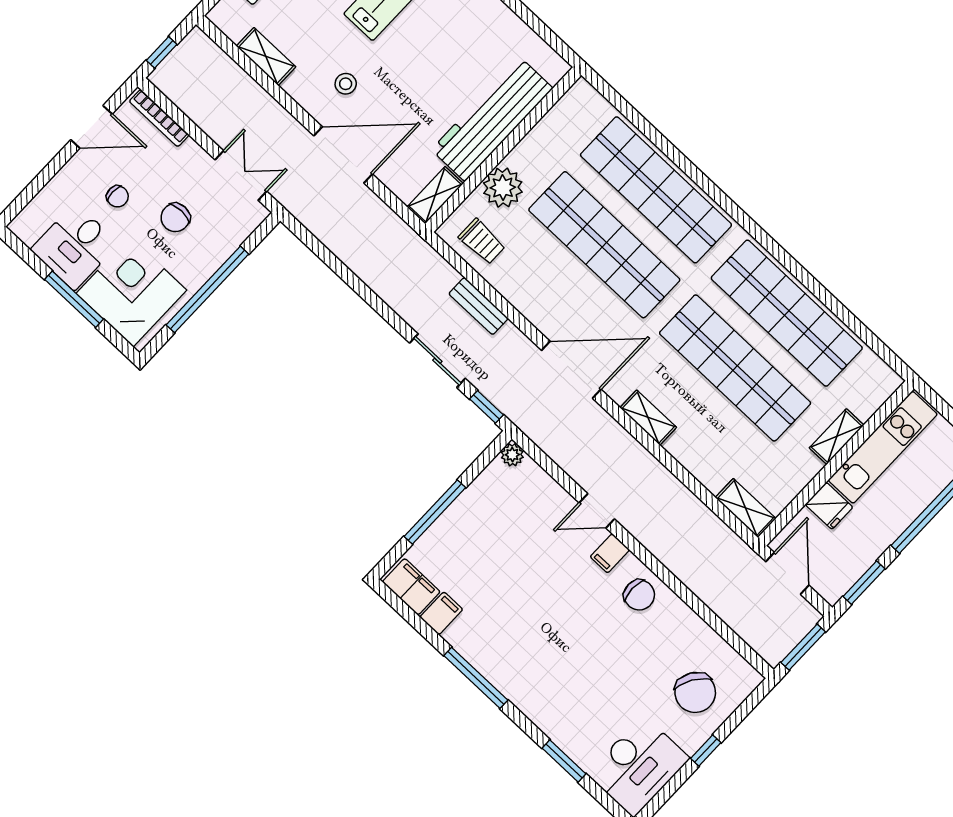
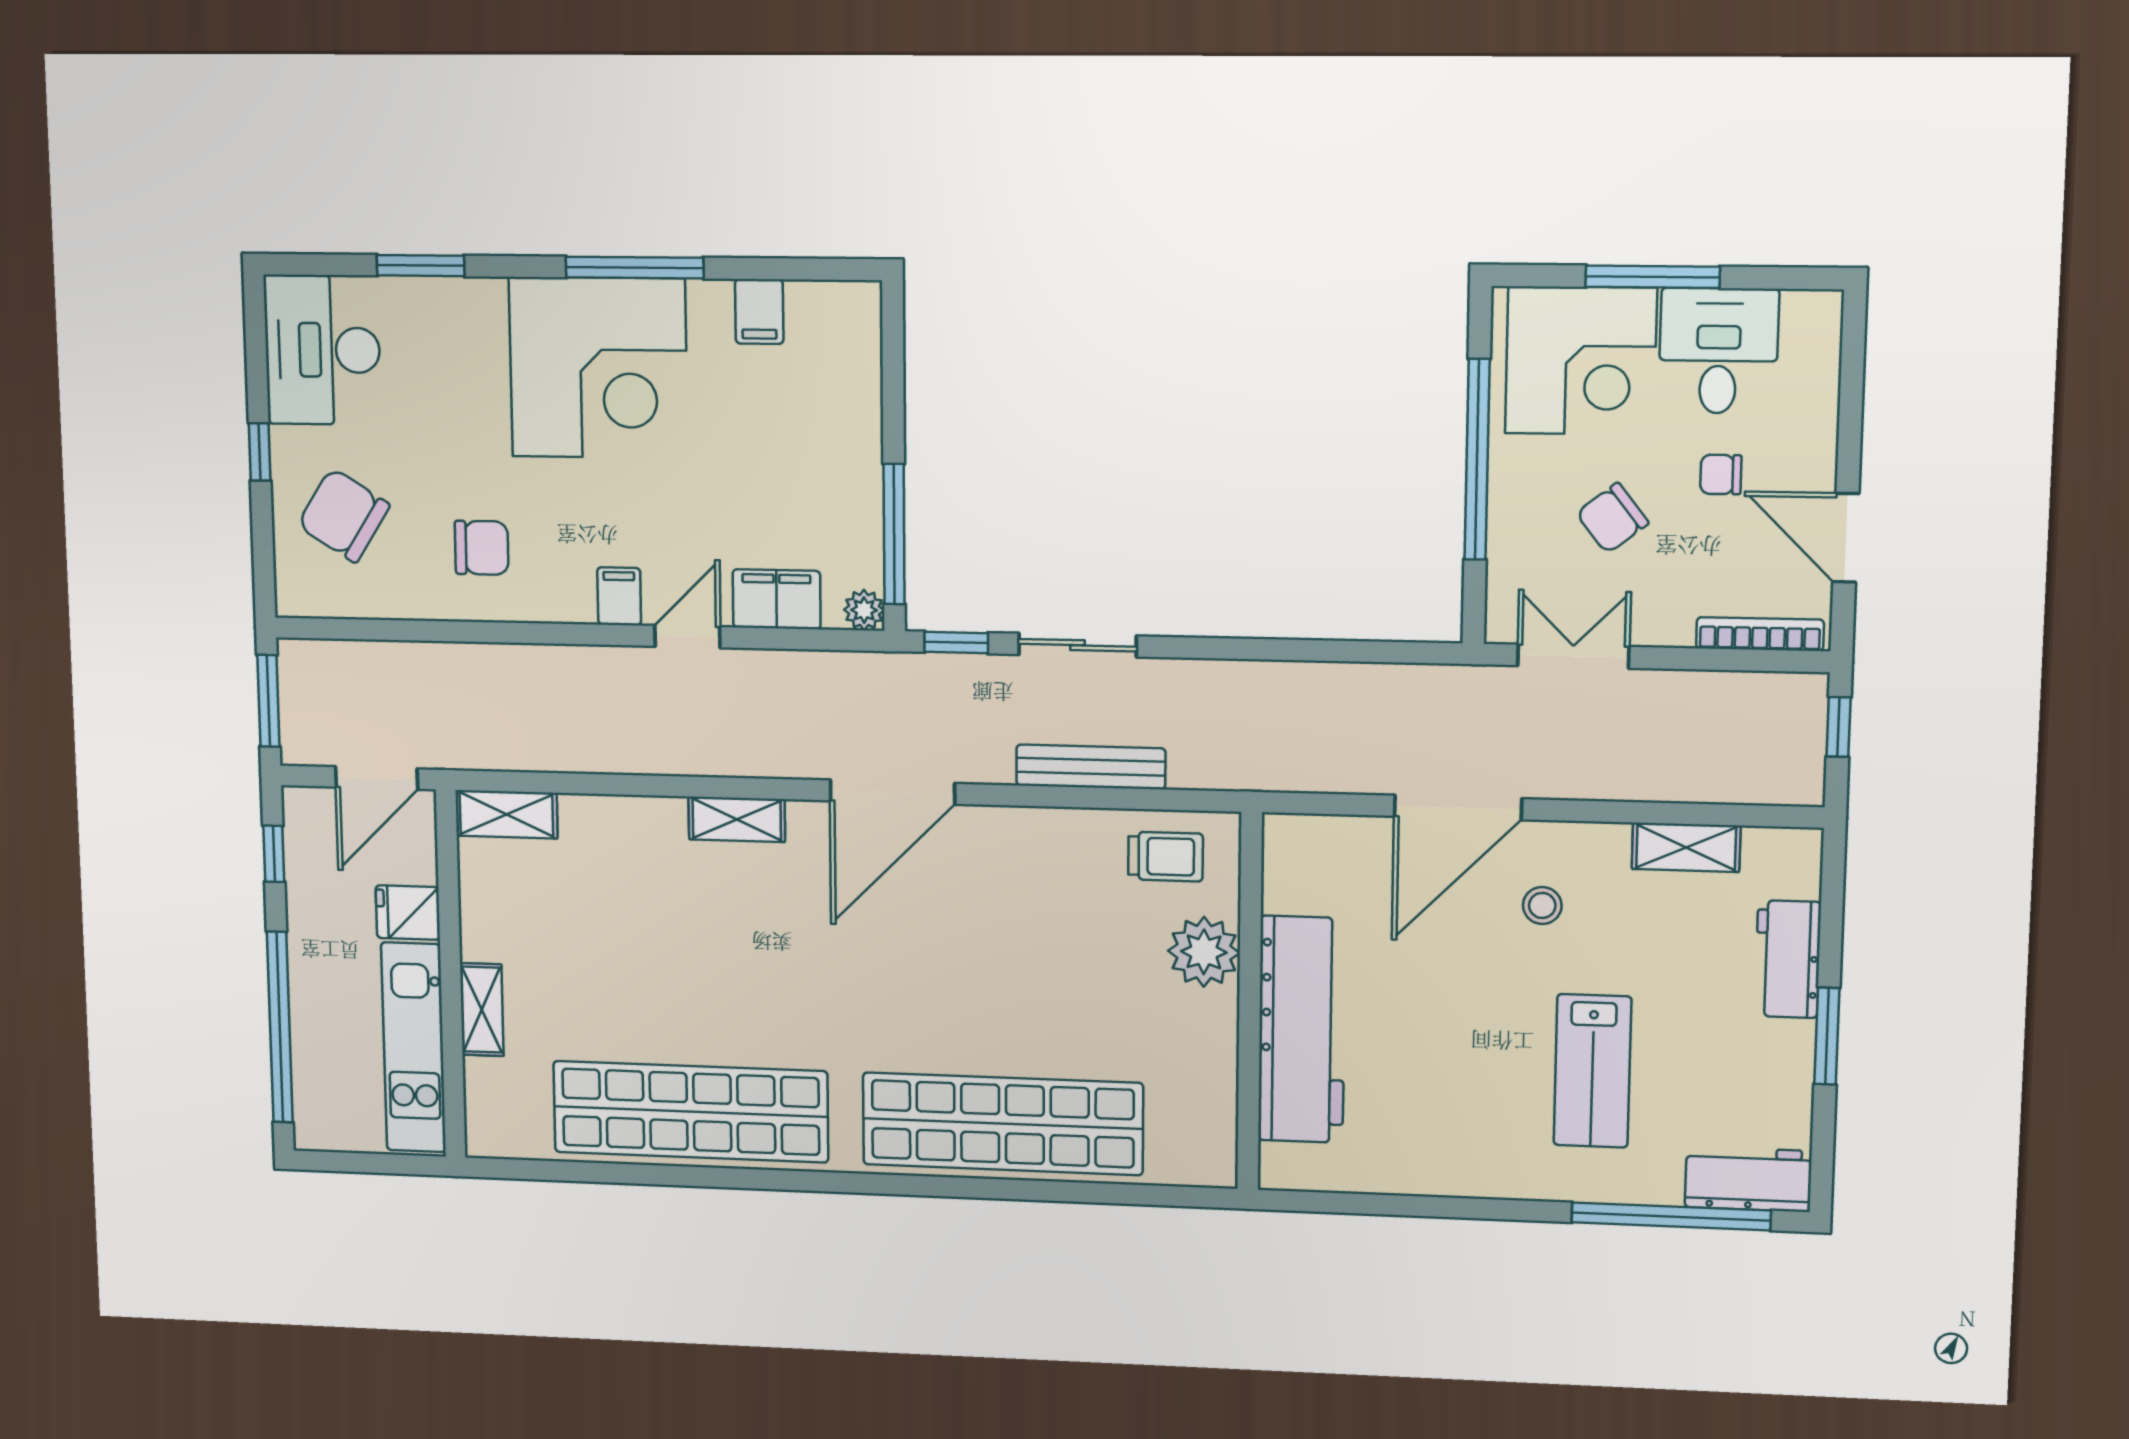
door: (91, 127) -> (1846, 538), hinge flipped
double door: (241, 176) -> (1573, 656), swing flipped
shelving: (435, 195) -> (1284, 863), removed
chair: (175, 217) -> (1612, 518), turned -128
trolley: (482, 241) -> (1166, 857), turned 180
shop shelf: (604, 245) -> (1002, 994), removed
bench: (478, 306) -> (1091, 767), width x1.36
shop shelf: (735, 368) -> (688, 983), removed
window: (435, 512) -> (894, 534), moved
door: (787, 573) -> (377, 778), hinge flipped
window: (864, 583) -> (274, 854), width x0.67
filing cabinet: (411, 587) -> (777, 599), moved, turned 180
chair: (639, 595) -> (482, 548), moved, turned 180
corner desk: (529, 652) -> (598, 368), added

